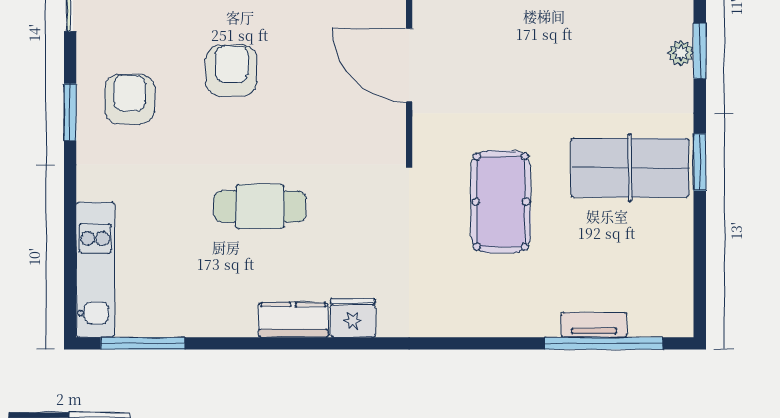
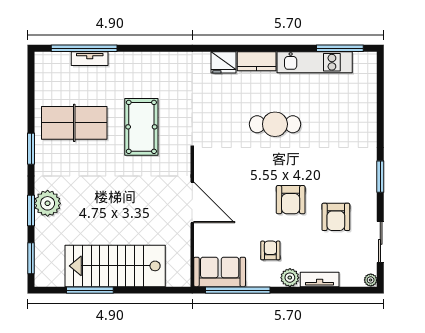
plant: (681, 53) -> (48, 203), width x1.87, depth x1.87
armchair: (130, 99) -> (336, 217), moved
table tennis table: (630, 168) -> (74, 123), moved
kitchen unit: (95, 270) -> (315, 62), moved, turned -90

